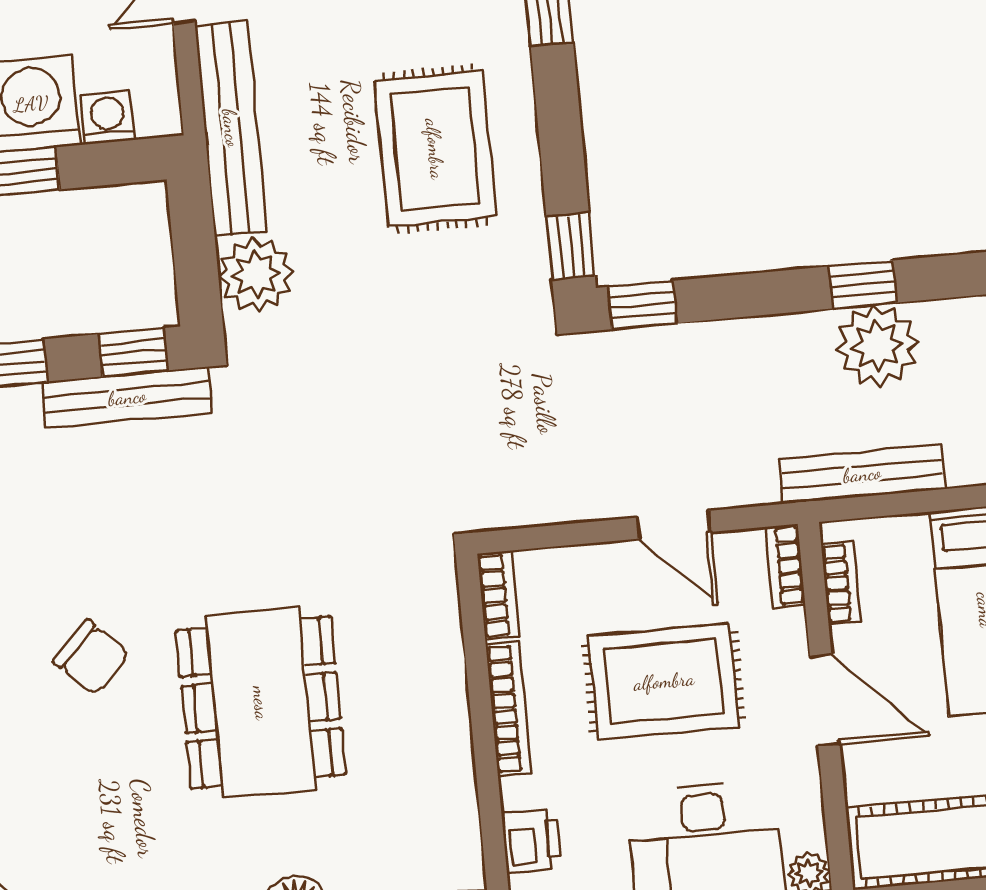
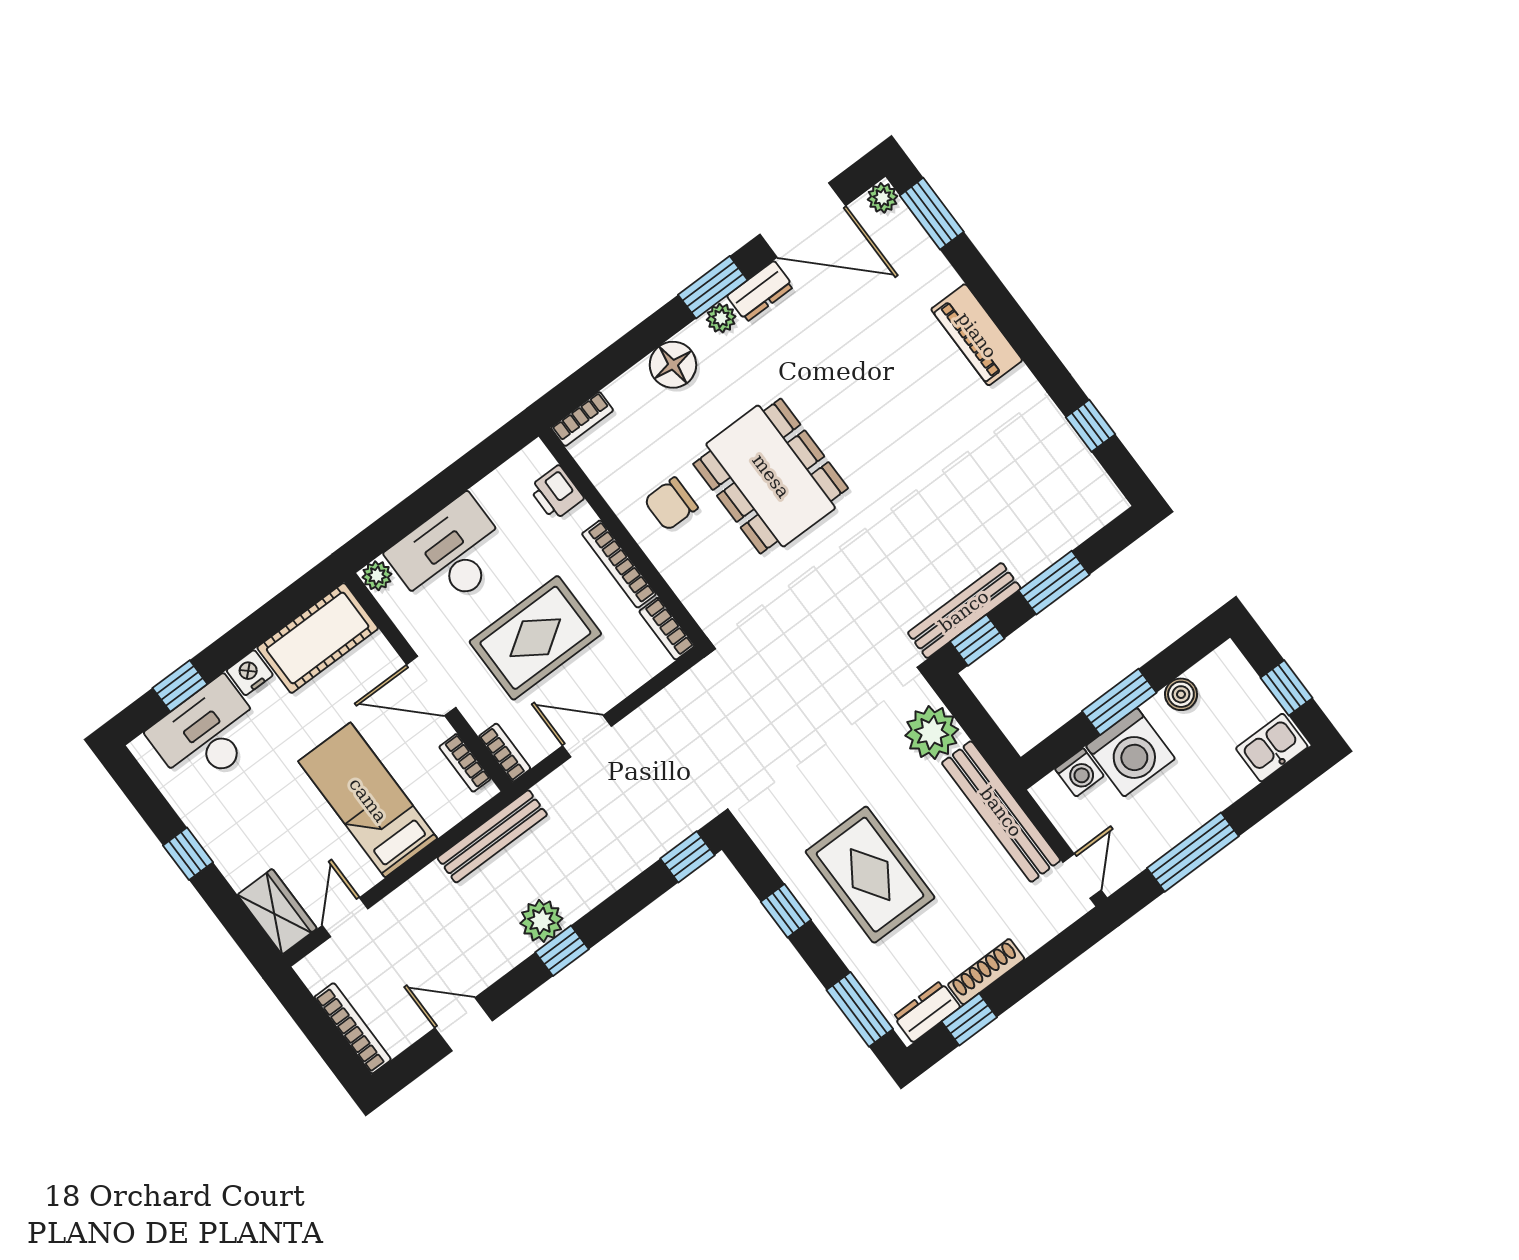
window: (571, 246) -> (786, 911), moved
plant: (877, 346) -> (541, 921), width x0.73, depth x0.73
chair: (91, 657) -> (671, 504), moved, turned -44

